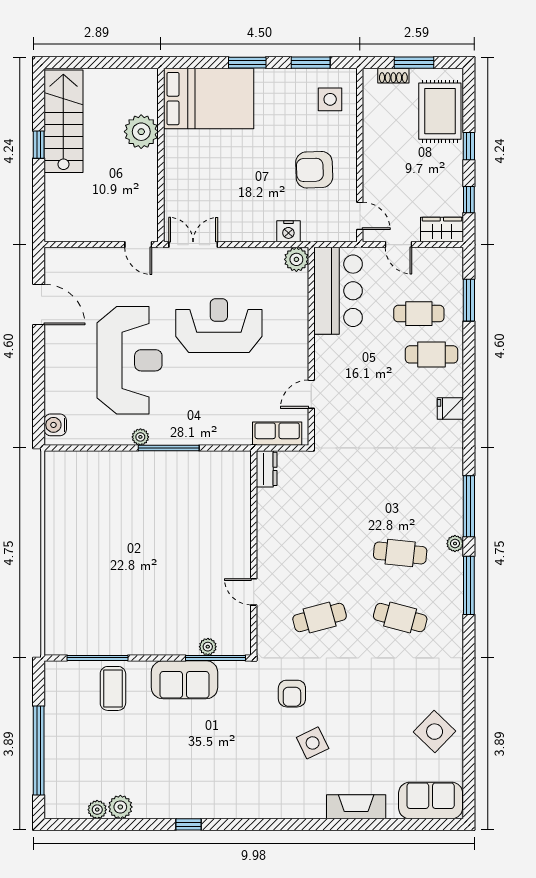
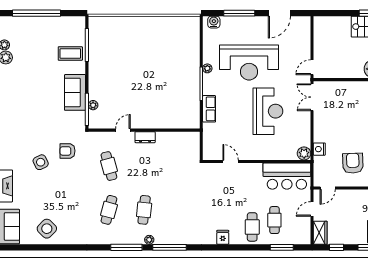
double door: (193, 245) -> (312, 97), swing flipped
window: (39, 378) -> (239, 13), added
row of seats: (277, 434) -> (209, 109), moved
dresser: (267, 469) -> (145, 137), moved

